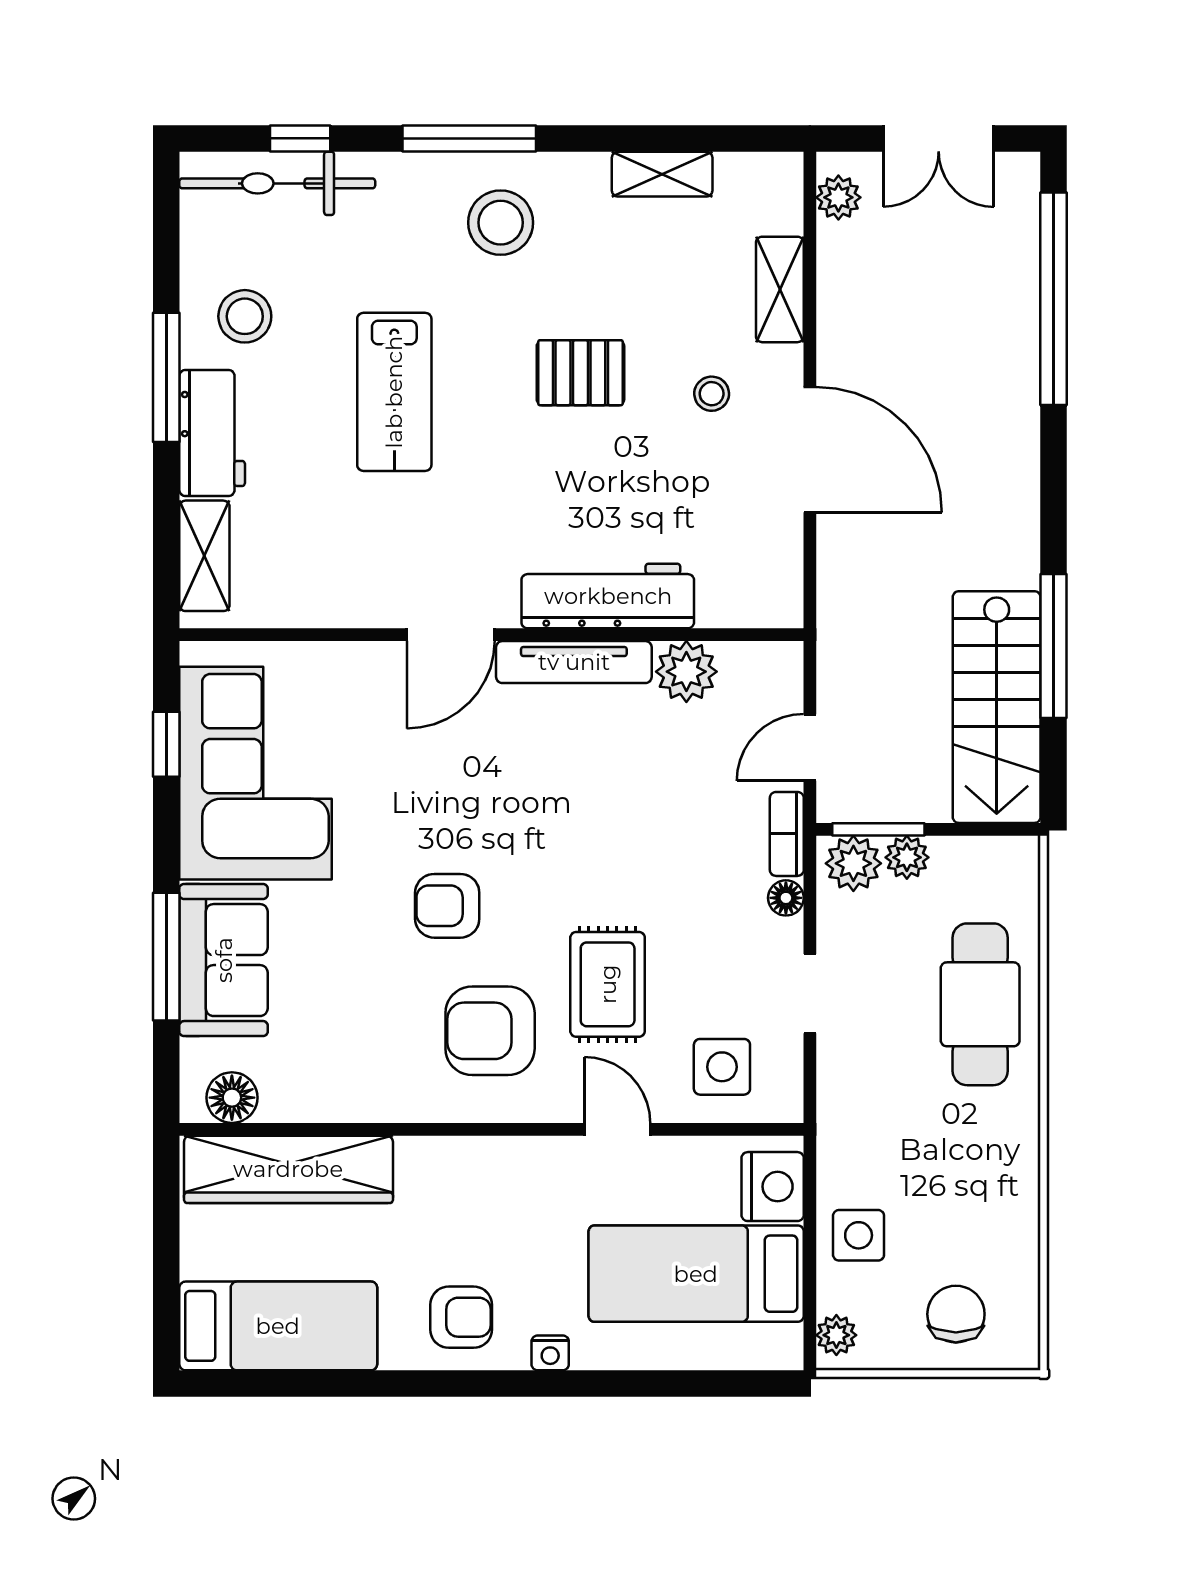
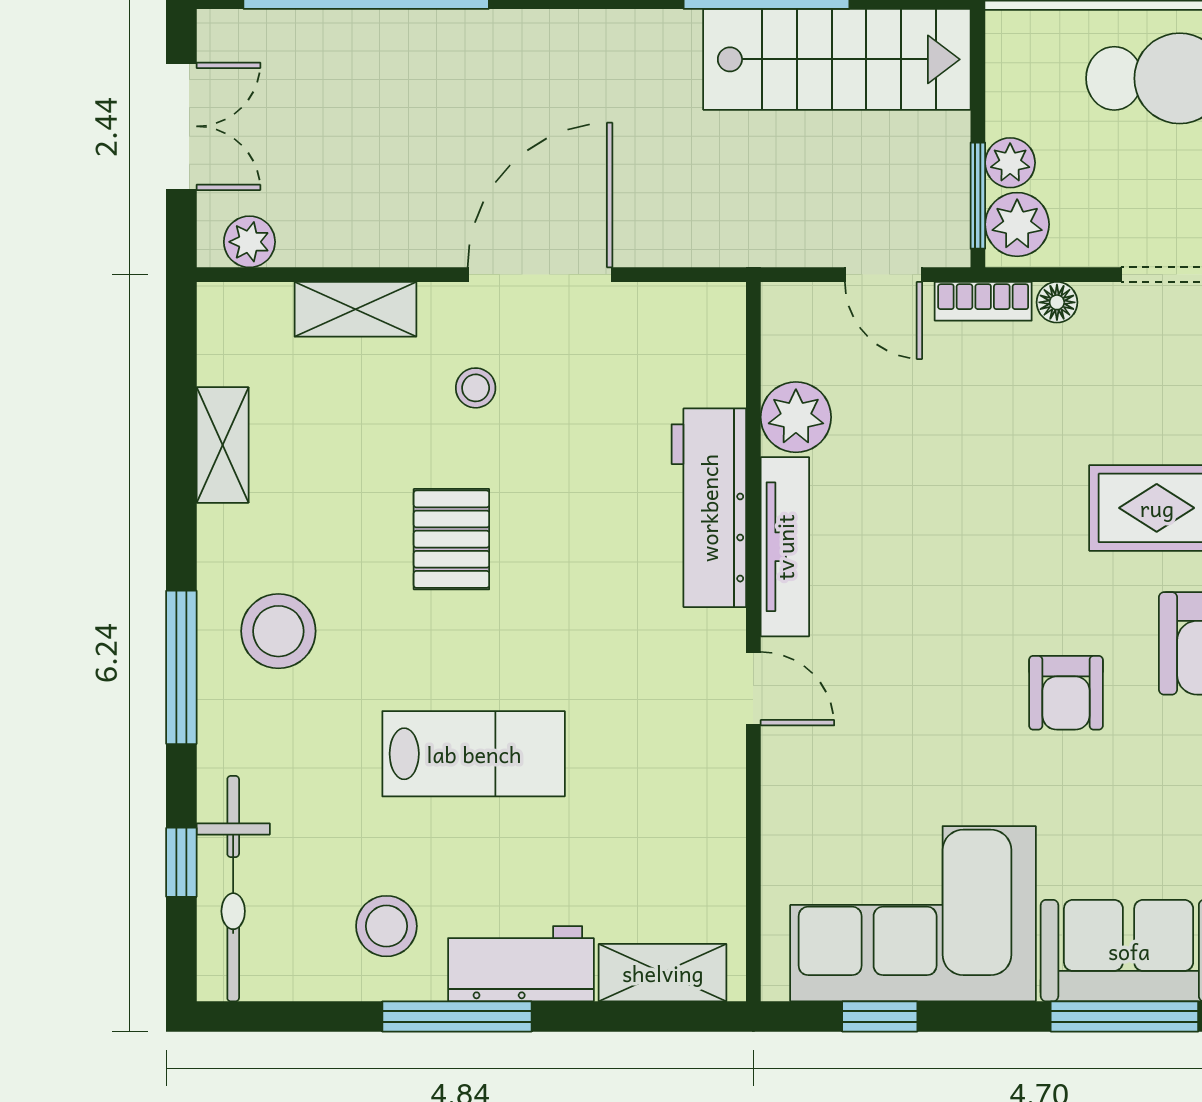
door: (451, 635) -> (753, 689), width x0.73

